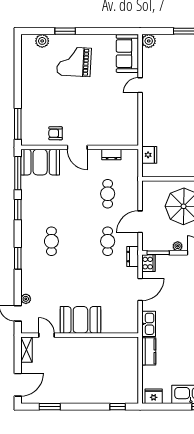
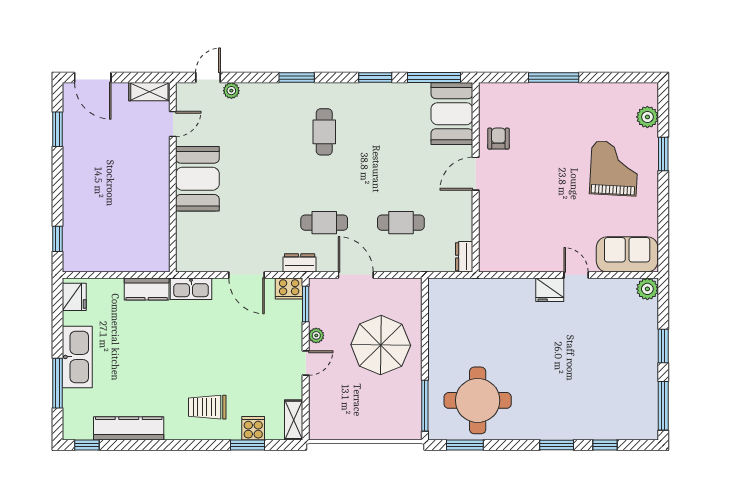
window: (18, 124) -> (554, 78), moved
dresser: (111, 155) -> (464, 257), moved
fridge: (149, 155) -> (550, 290), moved
cafe table: (51, 241) -> (324, 132), turned 90

